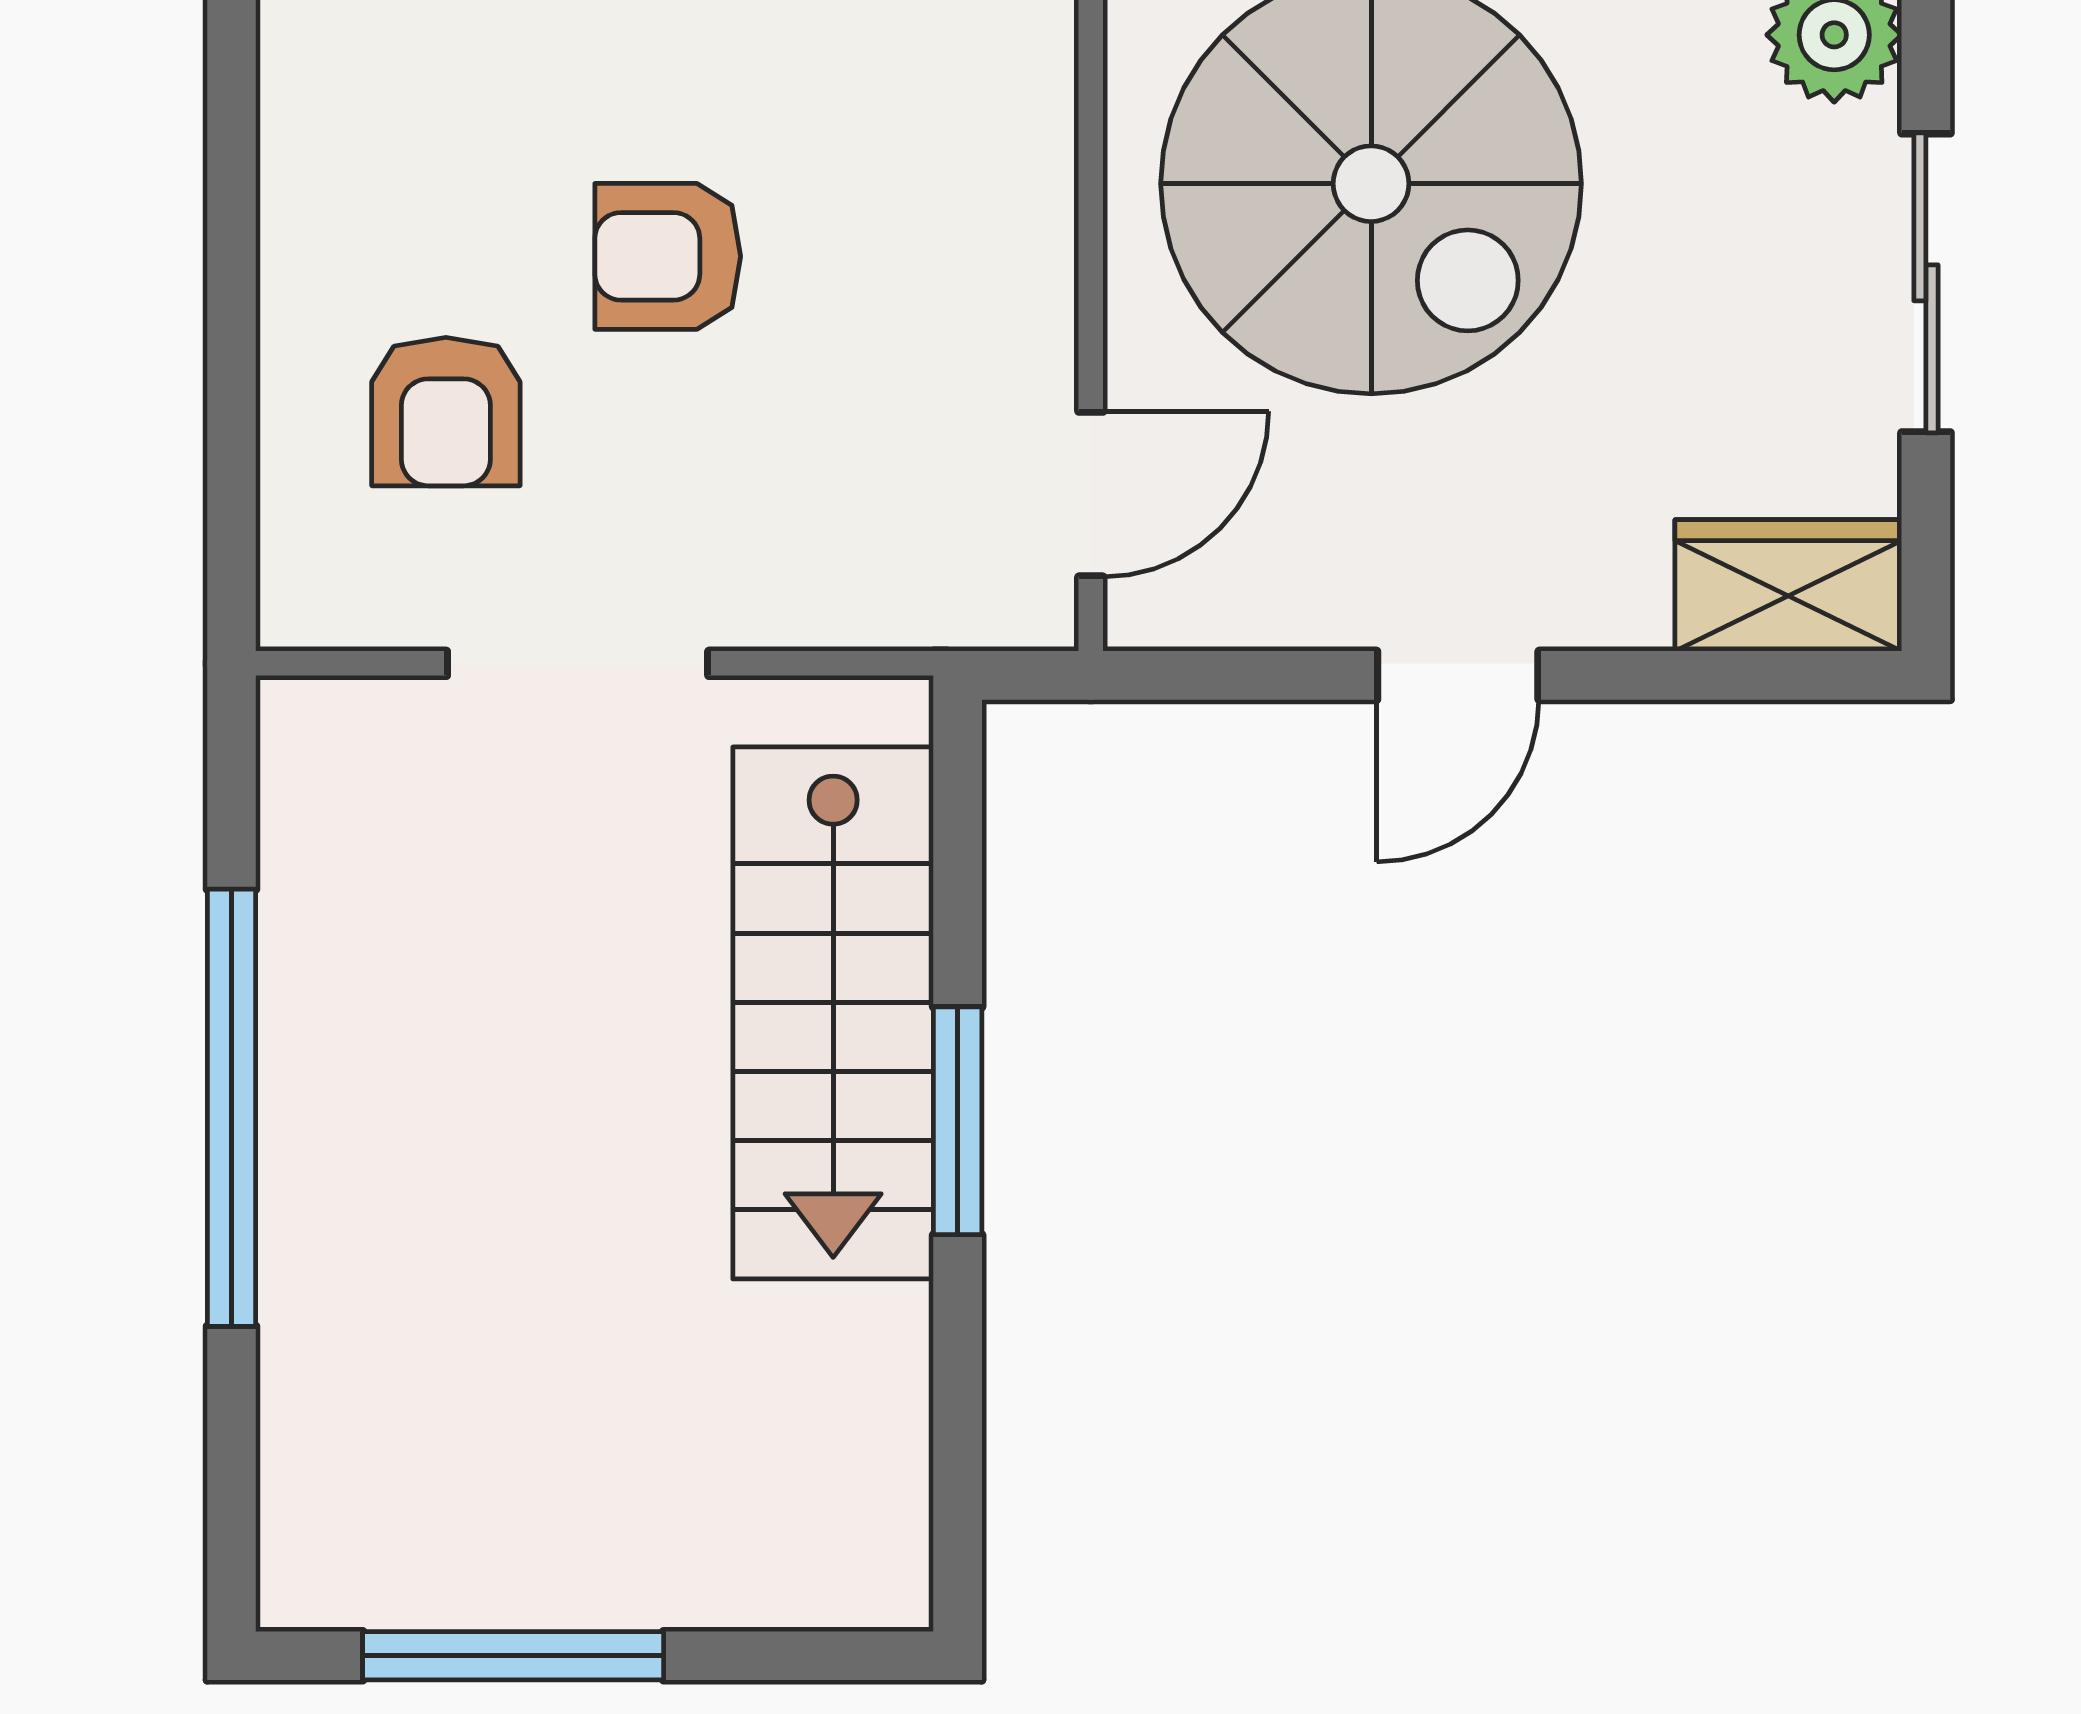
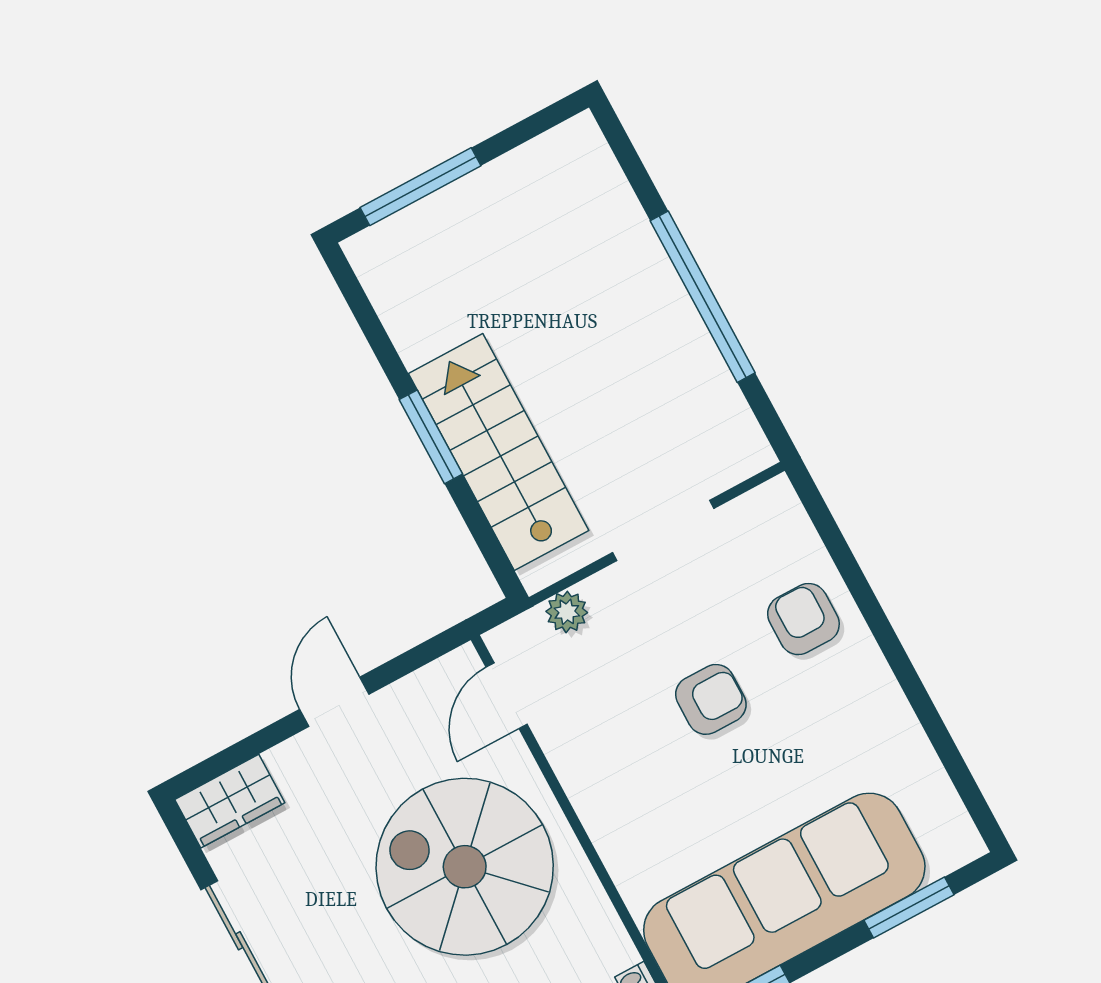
armchair: (446, 412) -> (803, 619), moved
plant: (870, 602) -> (567, 612), added
window: (513, 1656) -> (420, 187), moved

